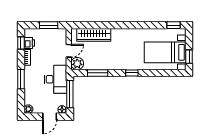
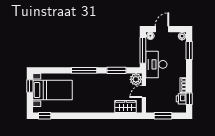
wardrobe: (94, 35) -> (125, 107), width x0.67
window: (132, 73) -> (84, 70), width x2.17
window: (21, 79) -> (189, 51), moved

